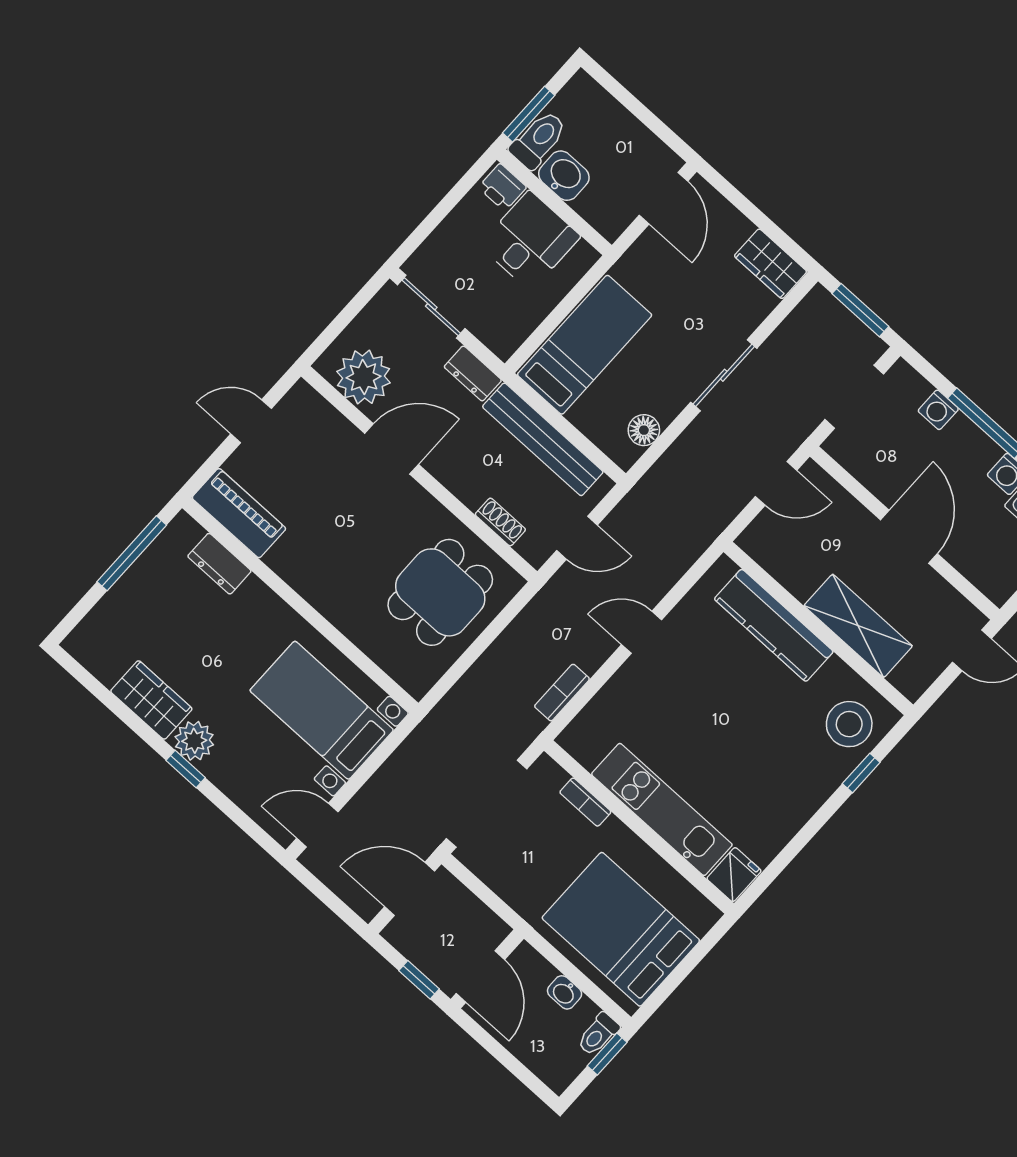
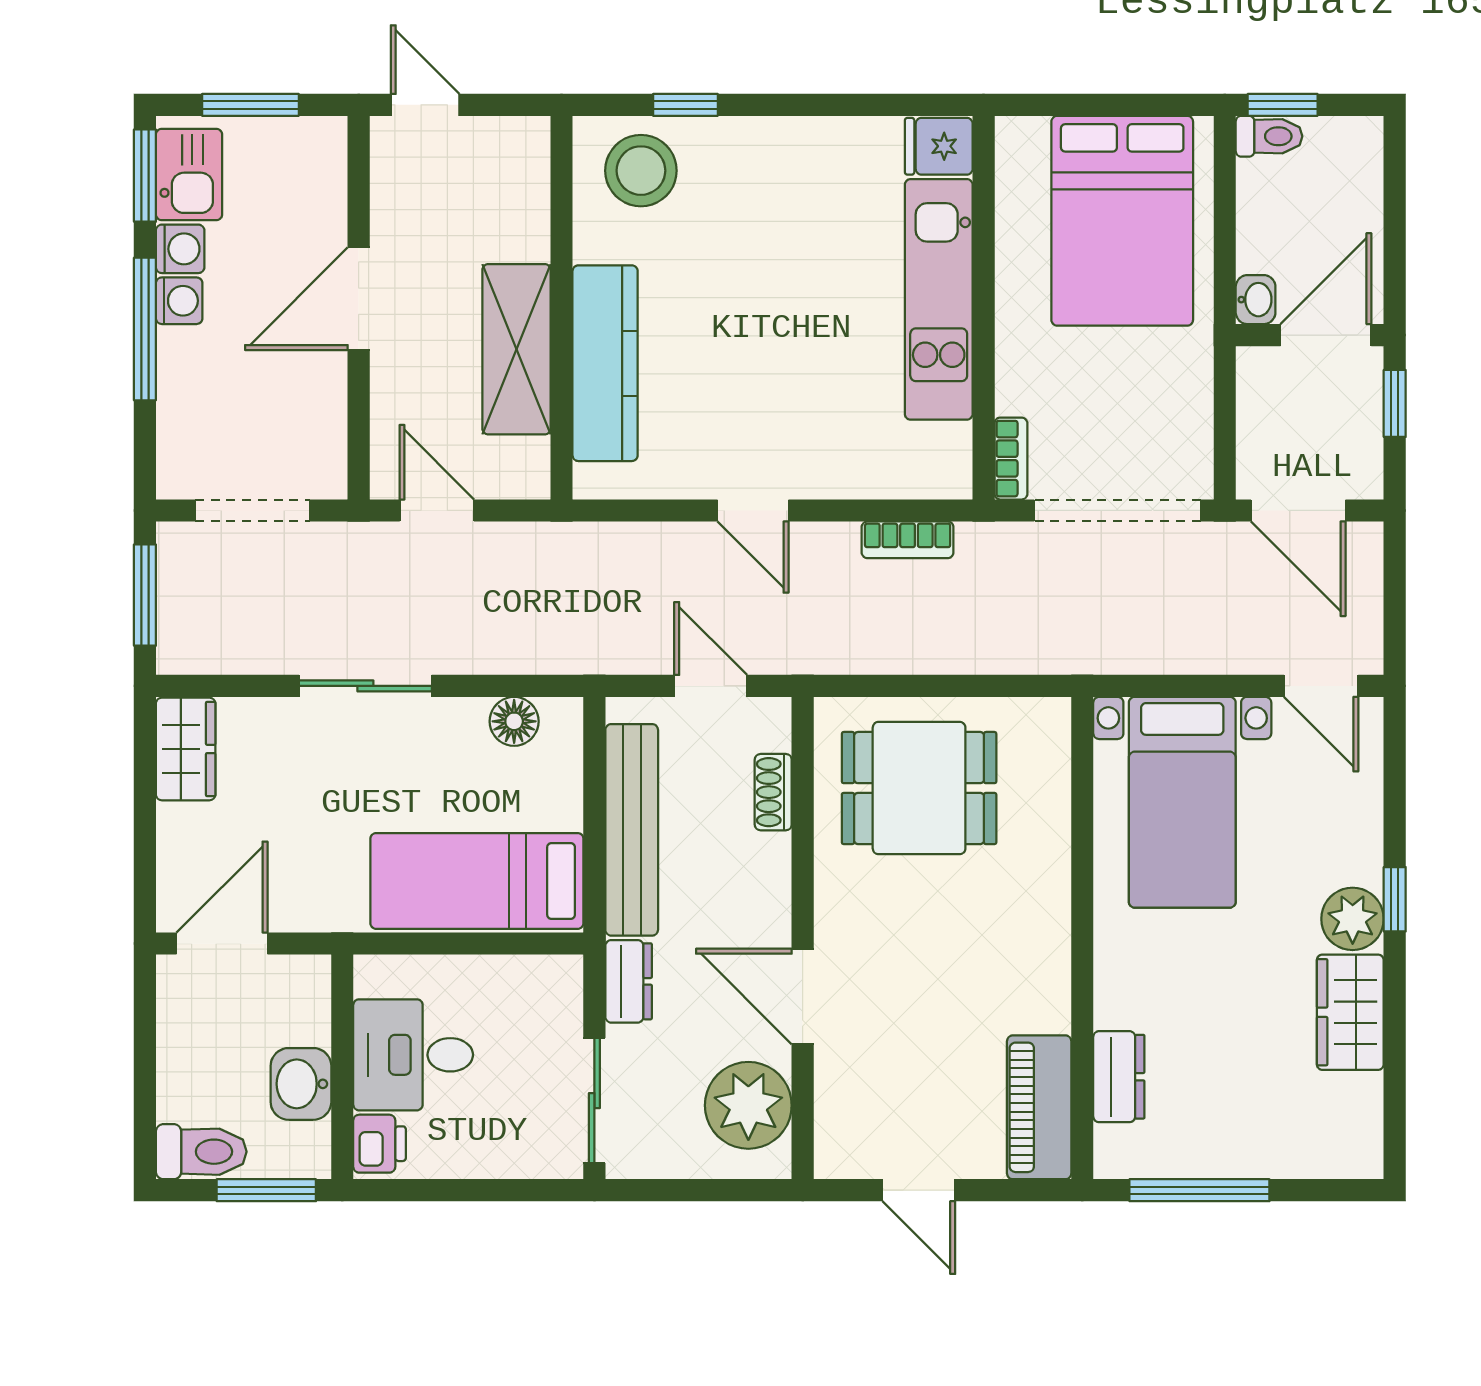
toilet: (538, 140) -> (201, 1152), moved, turned 180
washing machine: (938, 410) -> (179, 301), moved
shelving: (858, 626) -> (516, 349), moved
bookcase: (585, 802) -> (1011, 459), moved
washbasin: (565, 992) -> (1256, 300), moved

